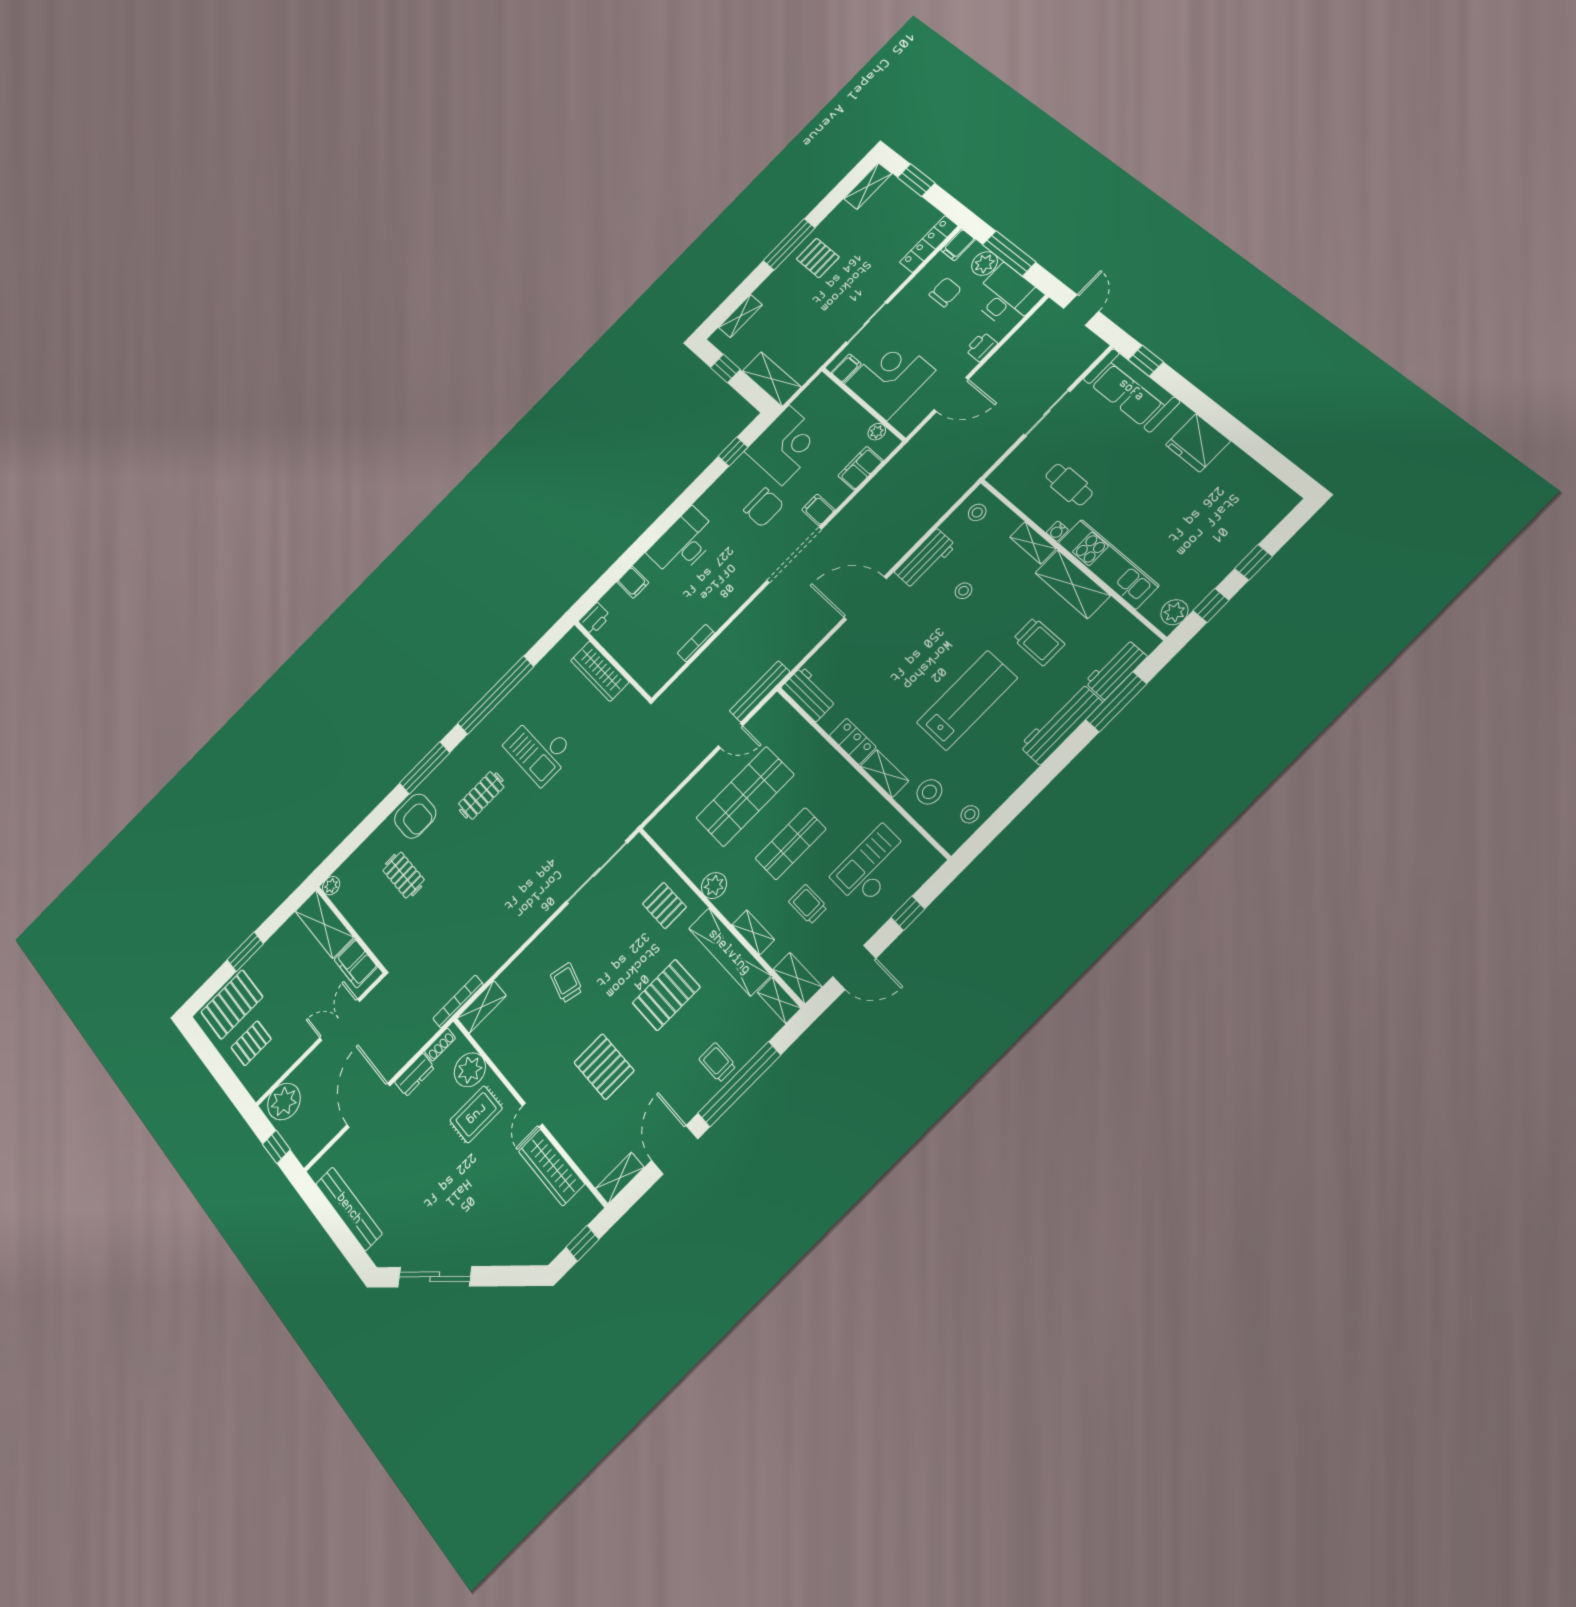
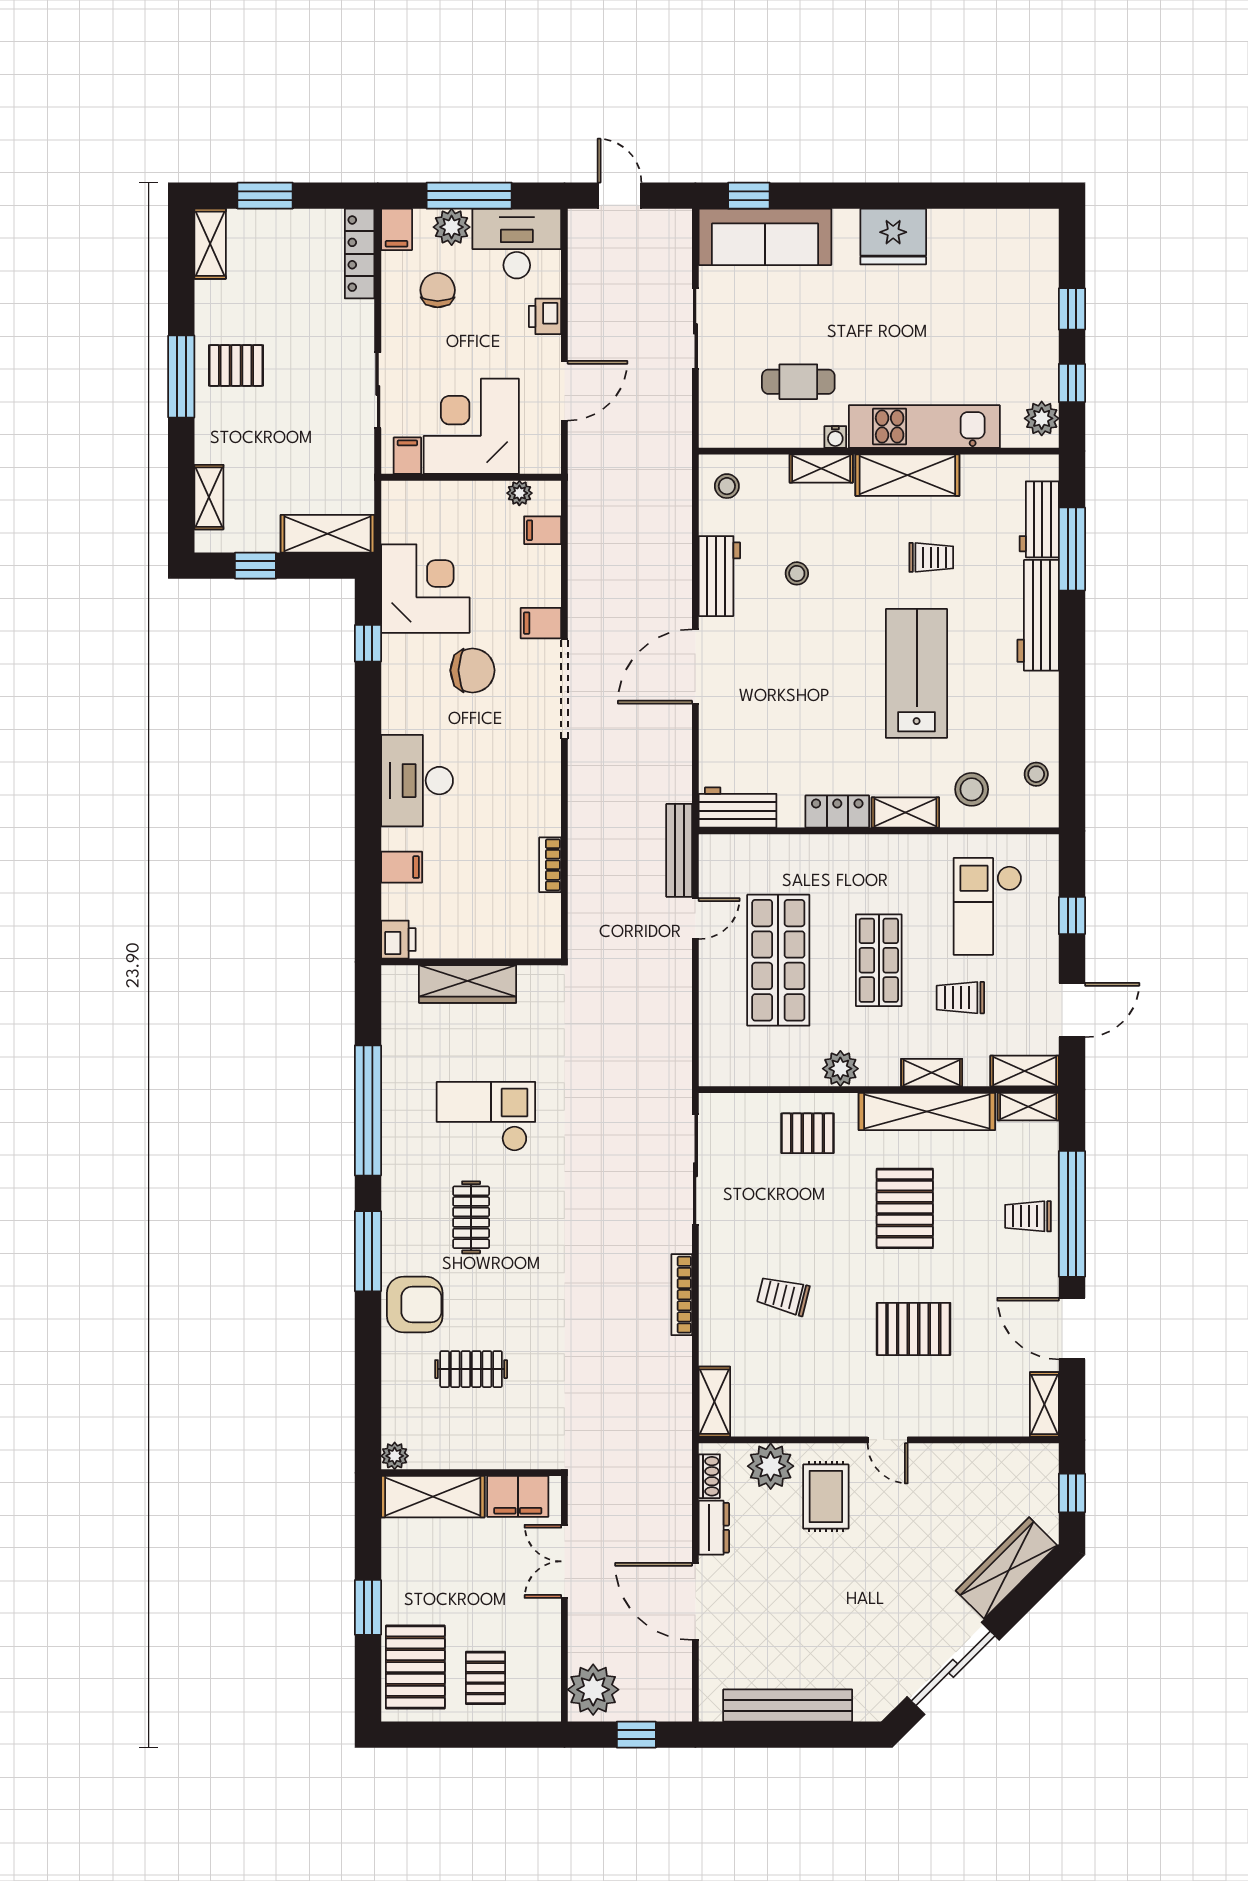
filing cabinet: (860, 468) -> (543, 530), width x0.50
trolley: (1039, 641) -> (931, 557), width x0.73, depth x0.72
checkout: (539, 749) -> (486, 1116), turned 180
bookcase: (458, 1001) -> (682, 1295), moved
wardrobe: (551, 1167) -> (1007, 1568), moved, turned 135

